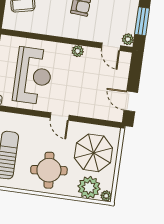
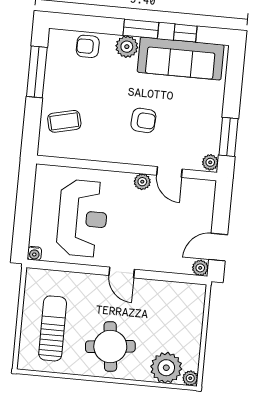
door: (111, 47) -> (169, 172), moved
door: (131, 101) -> (218, 247), hinge flipped
plant: (117, 116) -> (200, 268), added
parasol: (93, 153) -> (170, 320), removed

